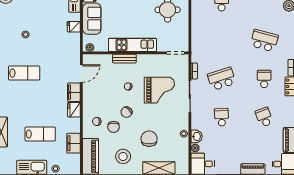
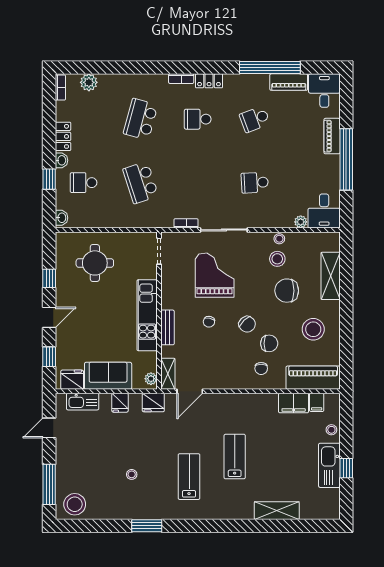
shelving: (93, 59) -> (168, 374), added
door: (81, 73) -> (190, 391), swing flipped
school desk: (222, 79) -> (141, 183), moved
filing cabinet: (74, 92) -> (317, 402), moved, width x0.50
fridge: (74, 110) -> (153, 402), moved
stool: (170, 132) -> (277, 259), added
lab bench: (40, 134) -> (235, 457), moved
washbasin: (197, 136) -> (283, 220), removed

